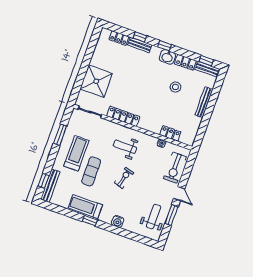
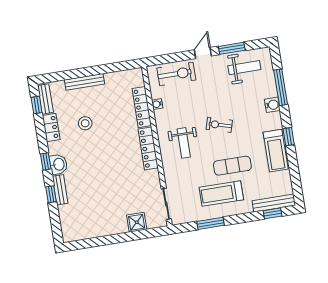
locker: (119, 38) -> (65, 217), removed
washbasin: (167, 57) -> (58, 164), moved
shower: (96, 81) -> (137, 222), width x0.54, depth x0.54
locker: (123, 116) -> (148, 148), moved
locker: (170, 133) -> (142, 107), width x1.53
weight bench: (153, 217) -> (244, 68), turned 180
window: (126, 234) -> (281, 87), added

